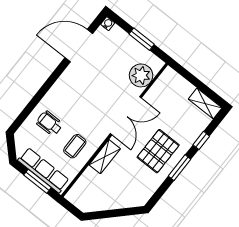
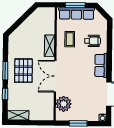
row of seats: (62, 87) -> (101, 65), added

